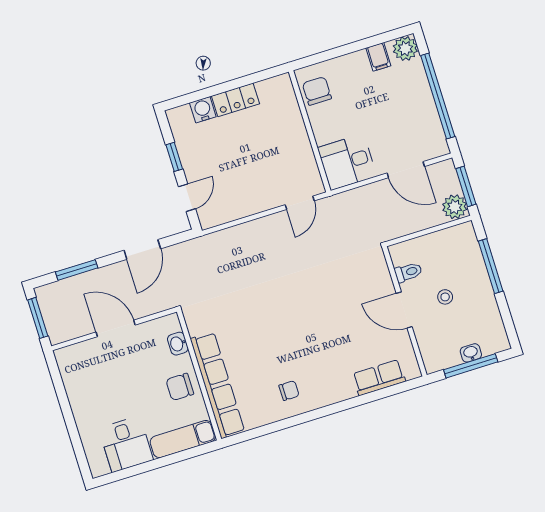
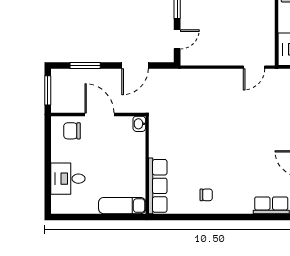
washbasin: (178, 344) -> (139, 124), moved
row of seats: (217, 385) -> (158, 186), width x0.73
chair: (180, 387) -> (72, 131), moved
desk: (126, 444) -> (68, 179), moved, turned 90

